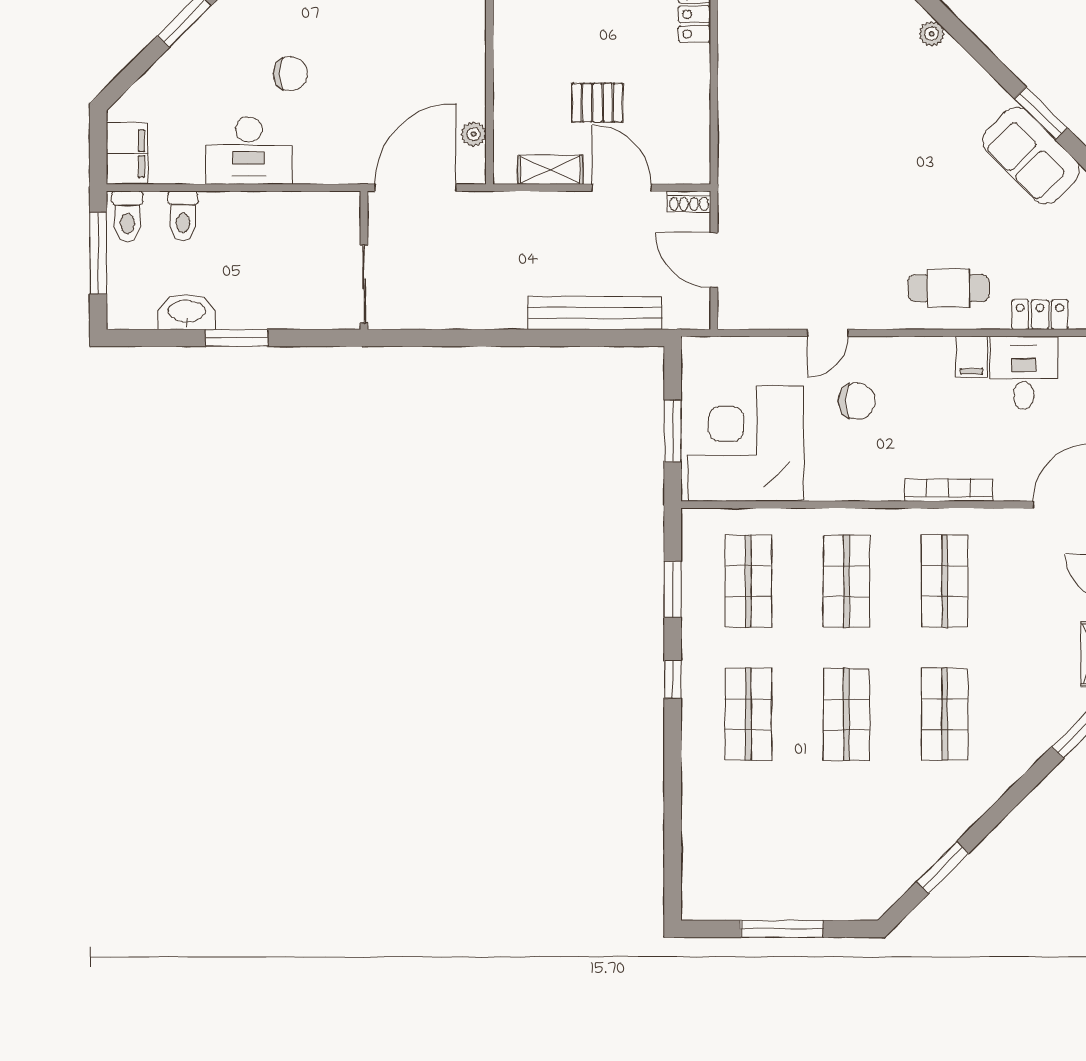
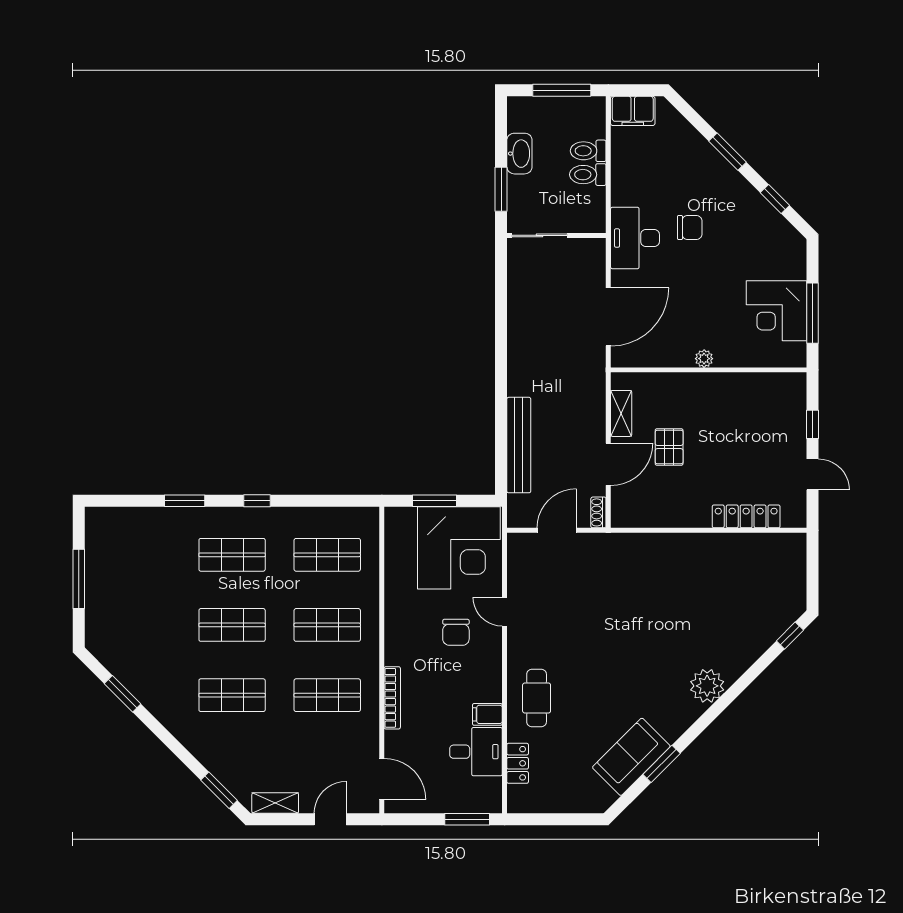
plant: (932, 34) -> (707, 686), width x1.88, depth x1.88
chair: (290, 74) -> (690, 228), turned -90
plant: (474, 134) -> (704, 359), moved
desk: (249, 150) -> (635, 238), moved
door: (415, 188) -> (608, 317), hinge flipped
toilet: (127, 216) -> (588, 175), moved
wall: (364, 260) -> (556, 235), moved
sliding door: (364, 284) -> (539, 235), moved
corner desk: (746, 444) -> (459, 548), moved, turned 90
window: (673, 589) -> (185, 501), moved

